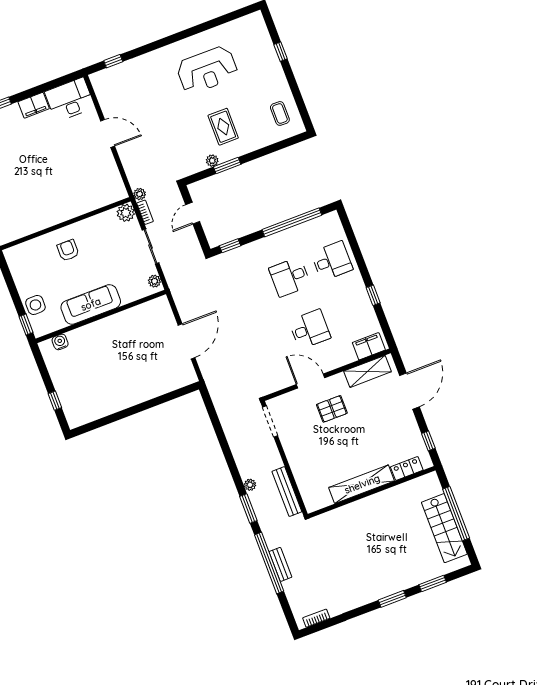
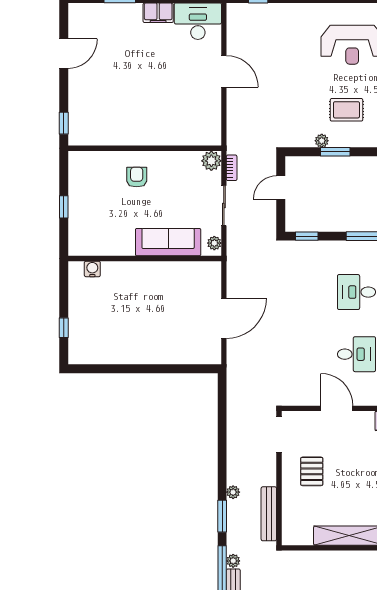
rug: (223, 127) -> (346, 110), turned 90
plant: (140, 194) -> (233, 561), moved
sofa: (91, 304) -> (168, 242), moved
side table: (35, 305) -> (81, 221), removed
window: (26, 325) -> (64, 207), moved
pallet: (332, 409) -> (312, 471), moved, turned 90

